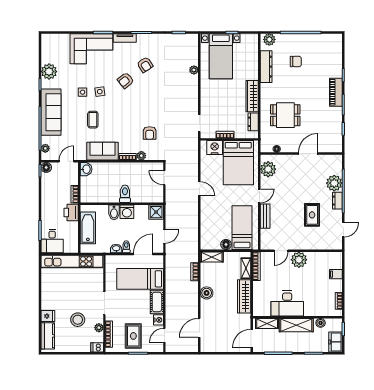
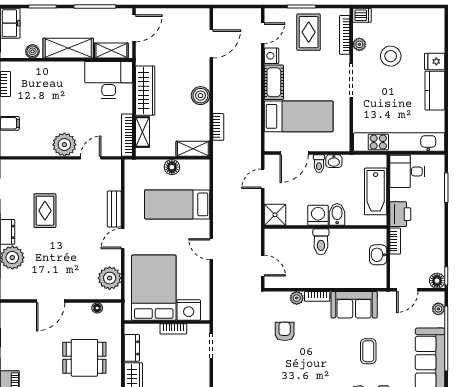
washbasin: (86, 169) -> (378, 255), moved
bed: (242, 228) -> (177, 204), moved, turned 90
desk: (52, 241) -> (407, 171), moved, turned -90
desk: (287, 304) -> (109, 80), moved
kitchen counter: (48, 336) -> (435, 91), moved

